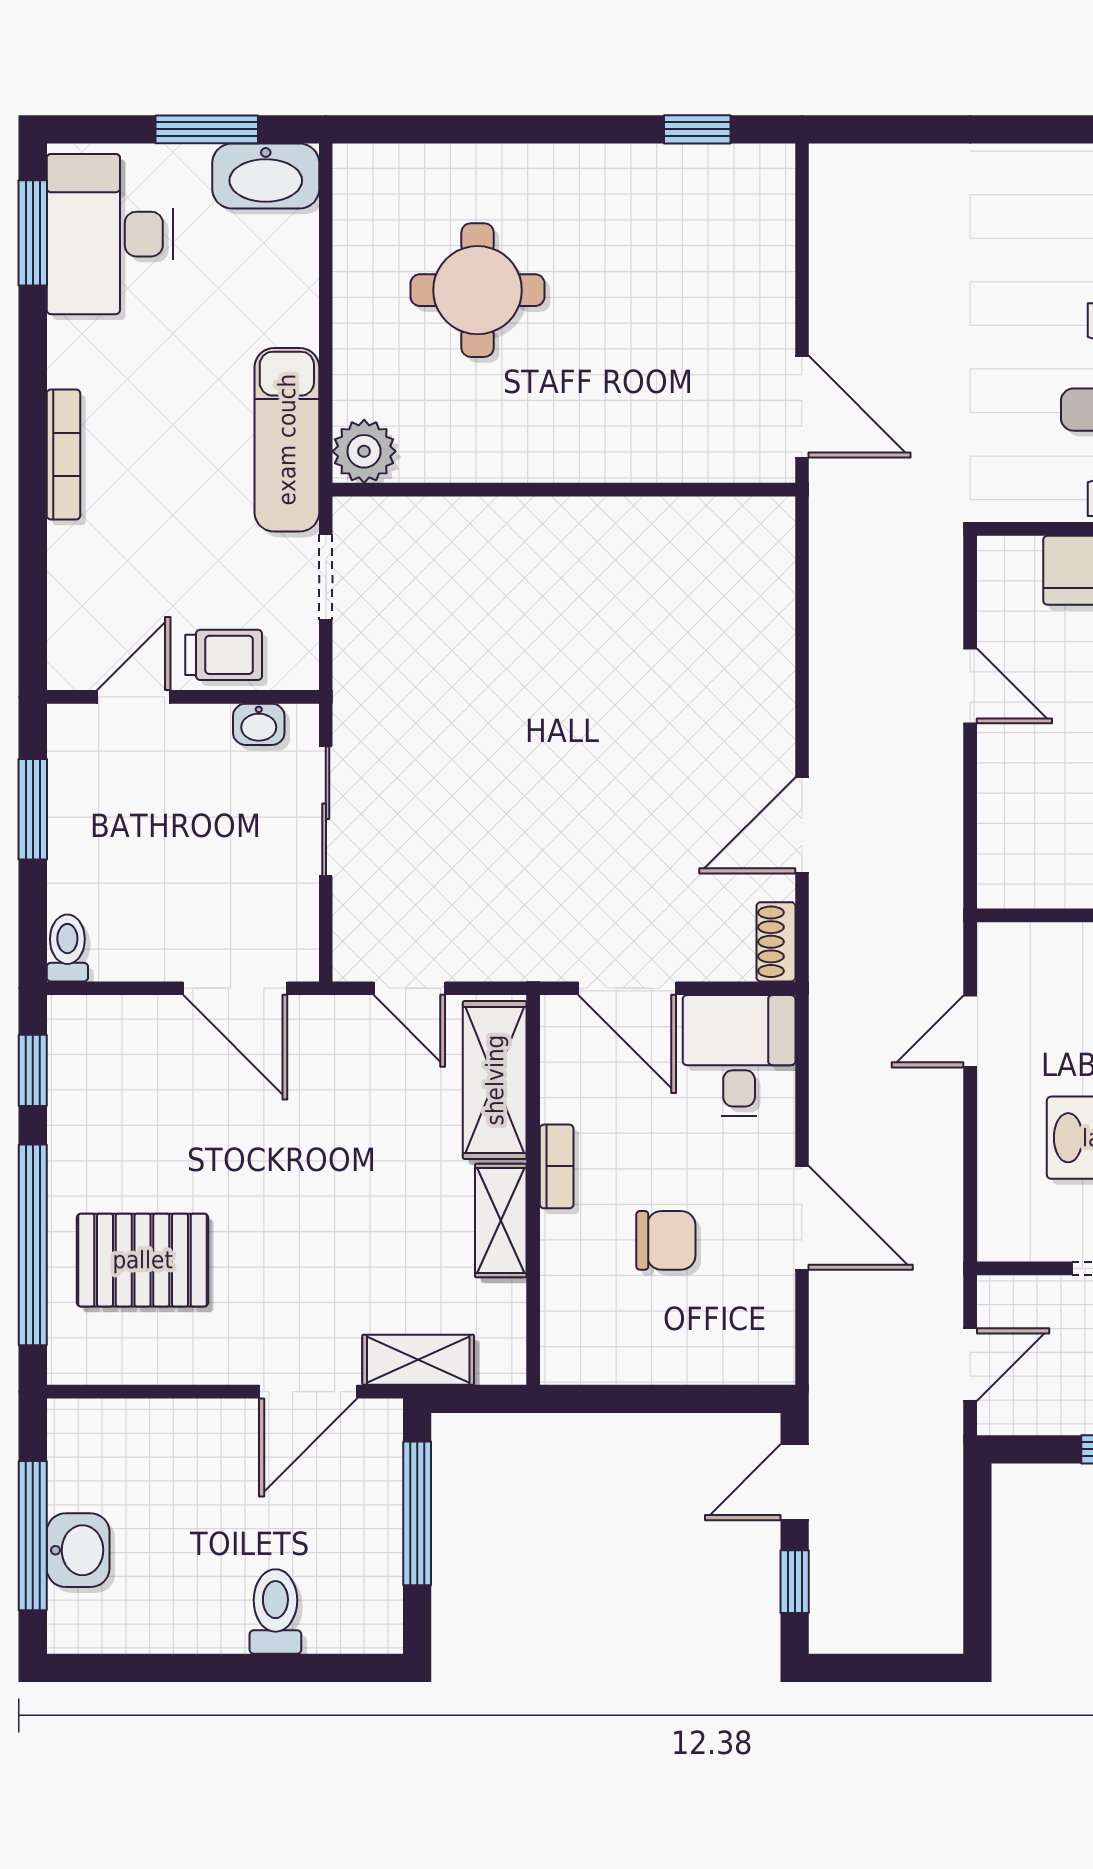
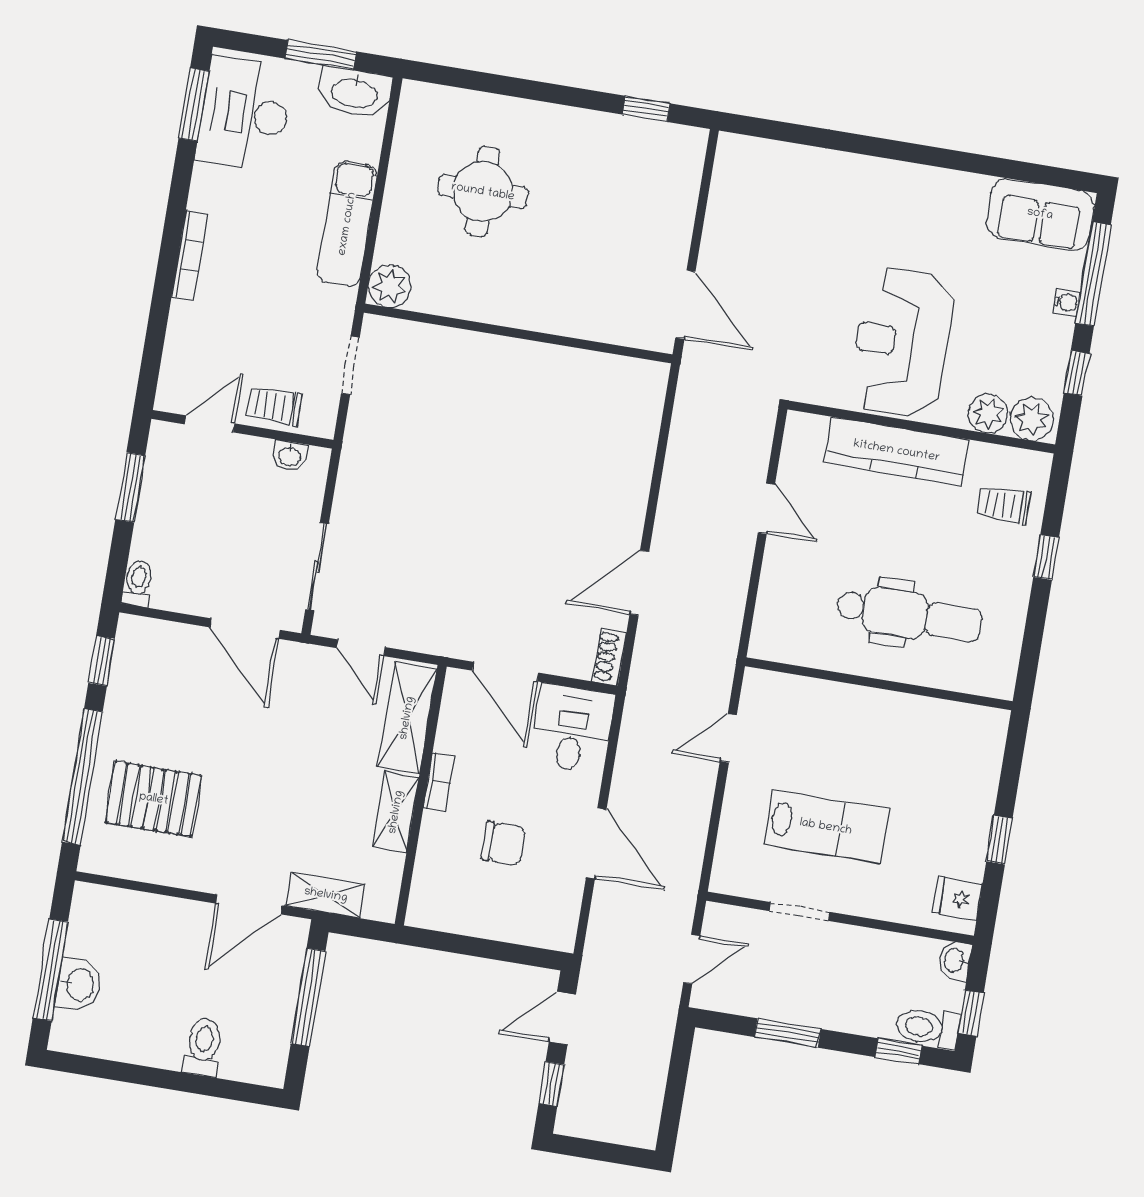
exam couch: (287, 440) -> (347, 224), moved
trolley: (224, 655) -> (274, 406), turned 180
sliding door: (326, 811) -> (317, 567), moved

